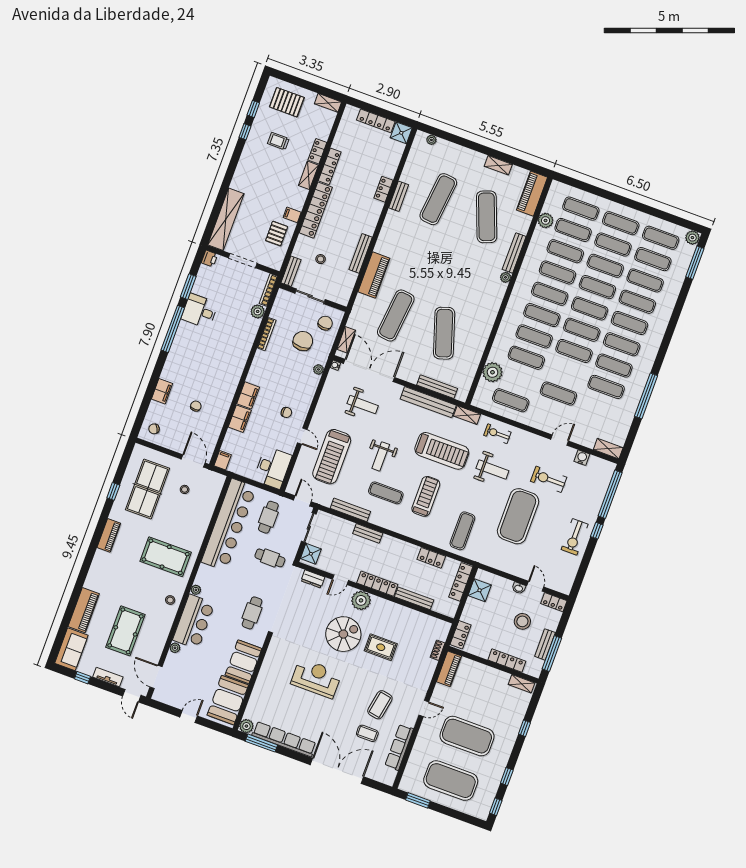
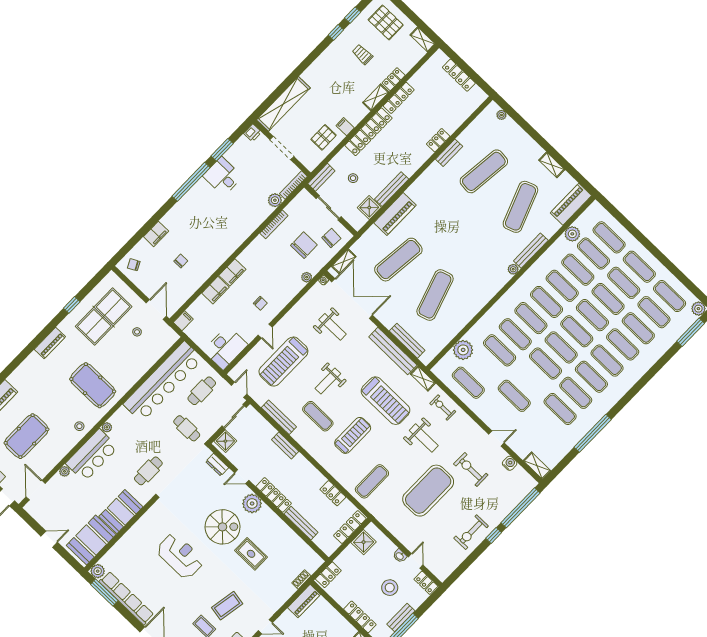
shower: (401, 133) -> (369, 208), moved

